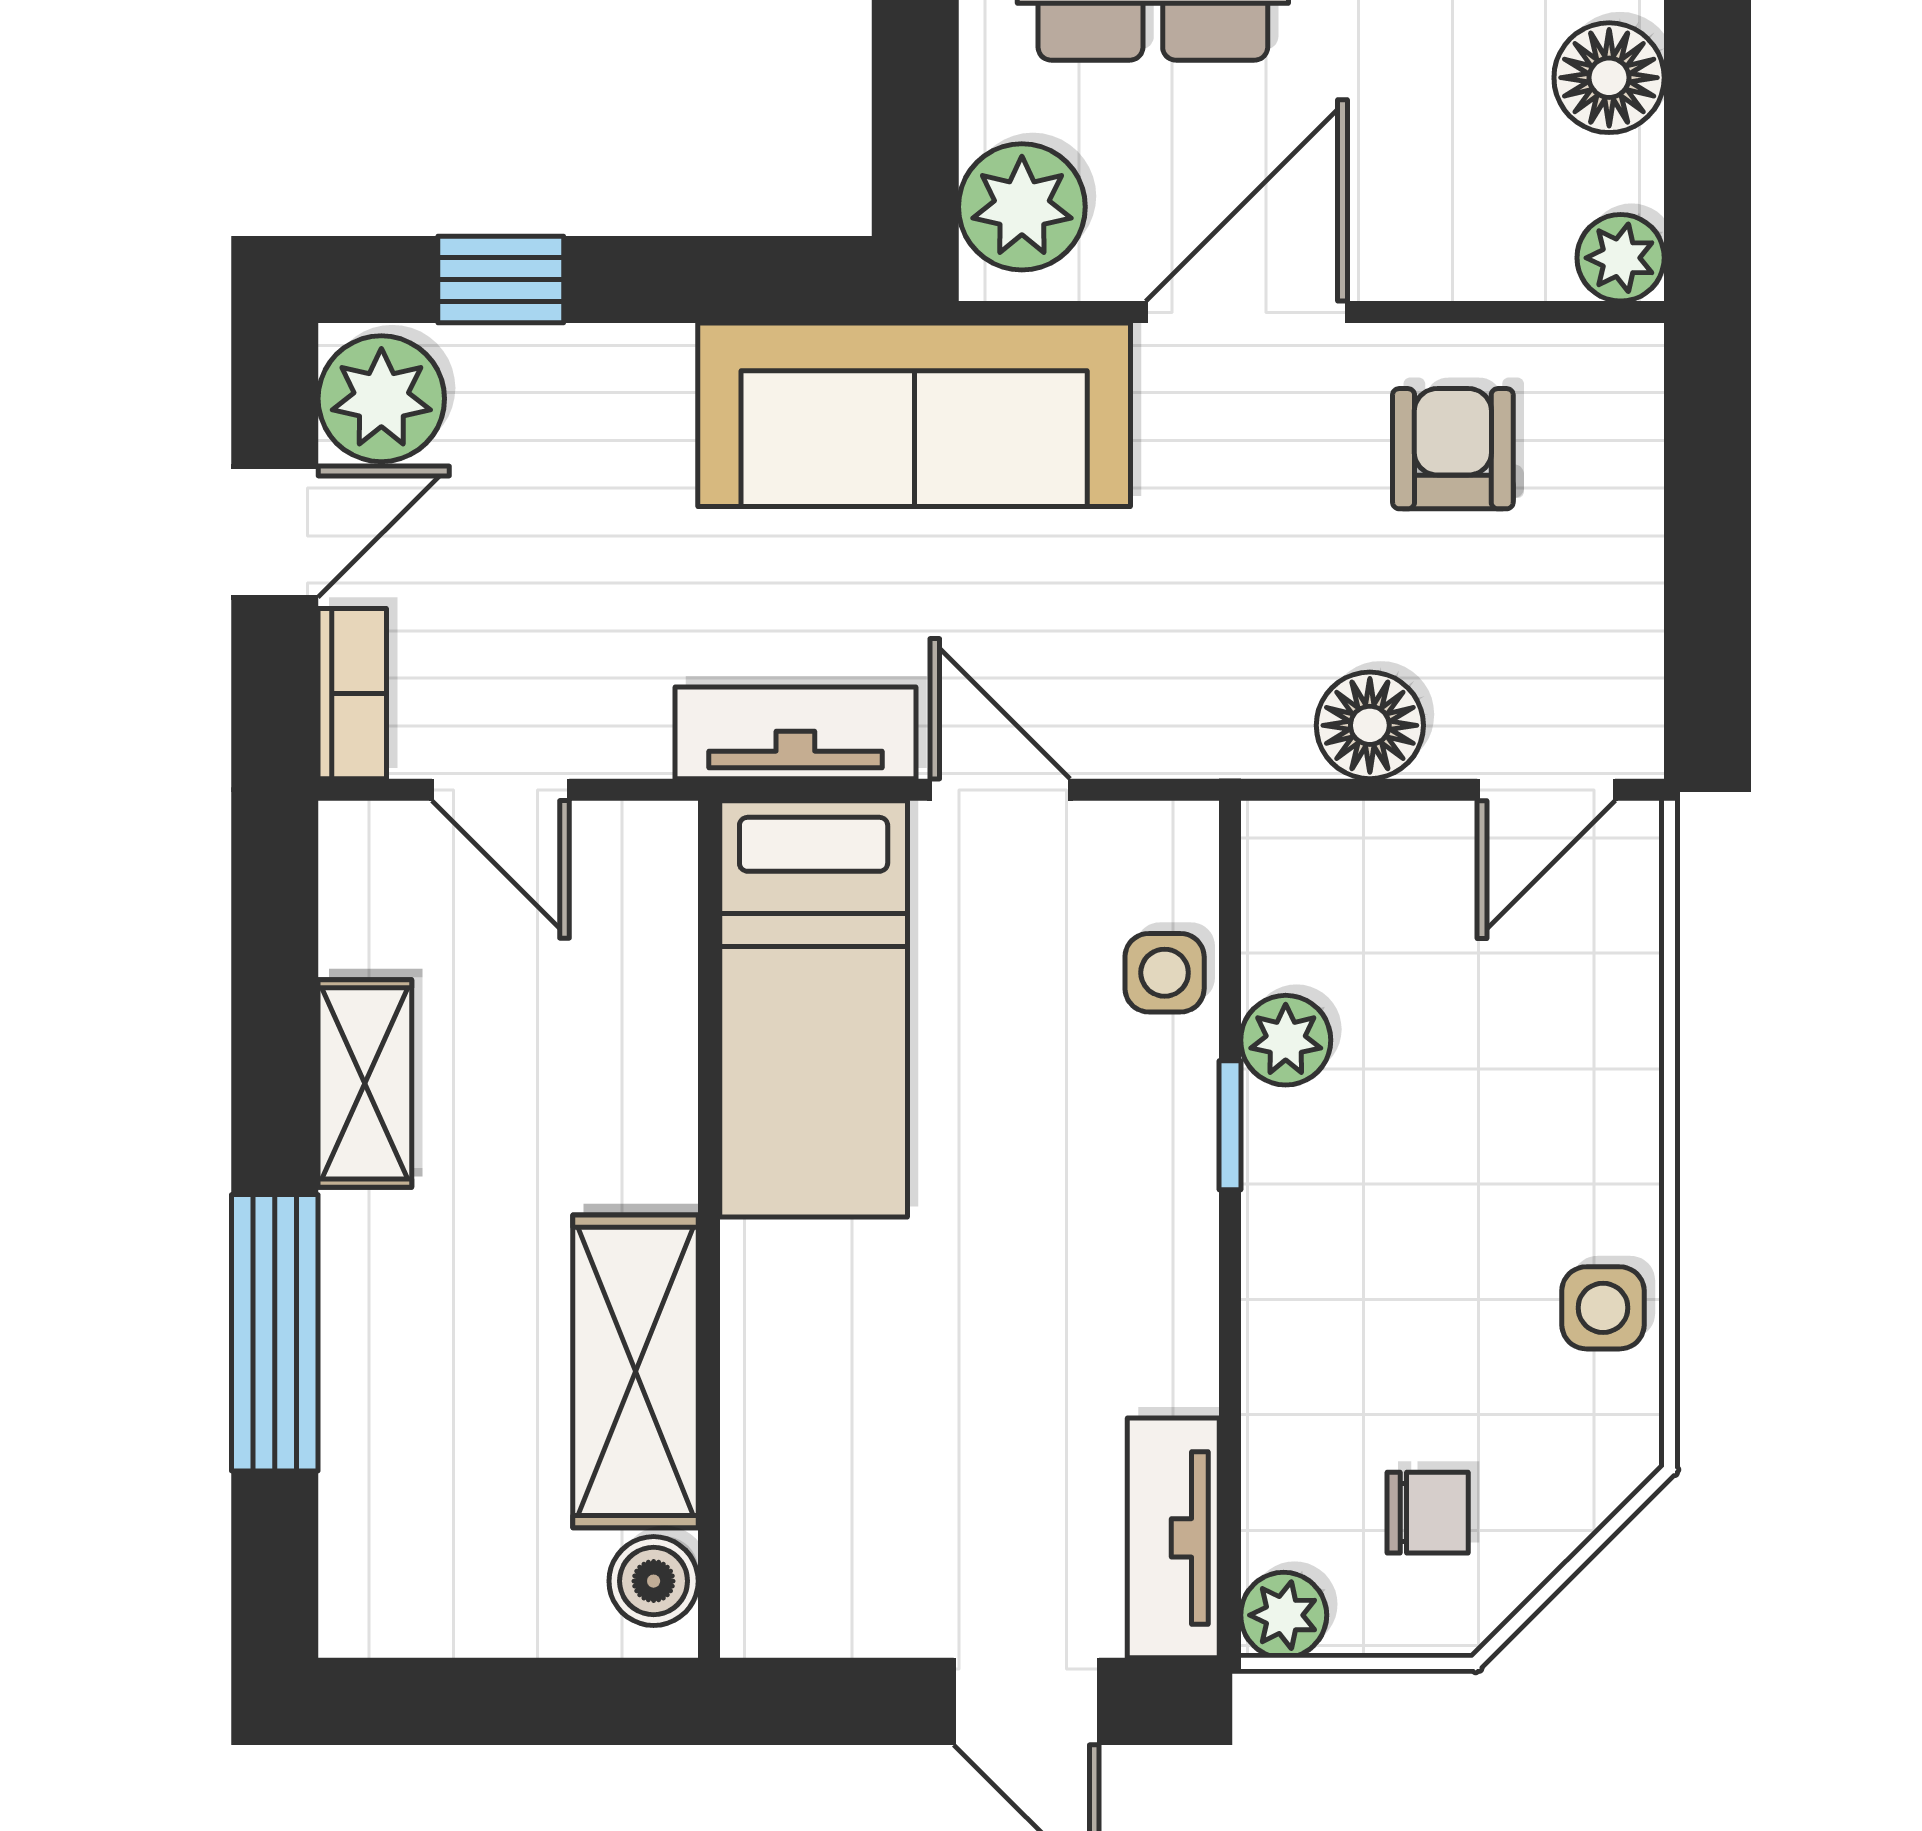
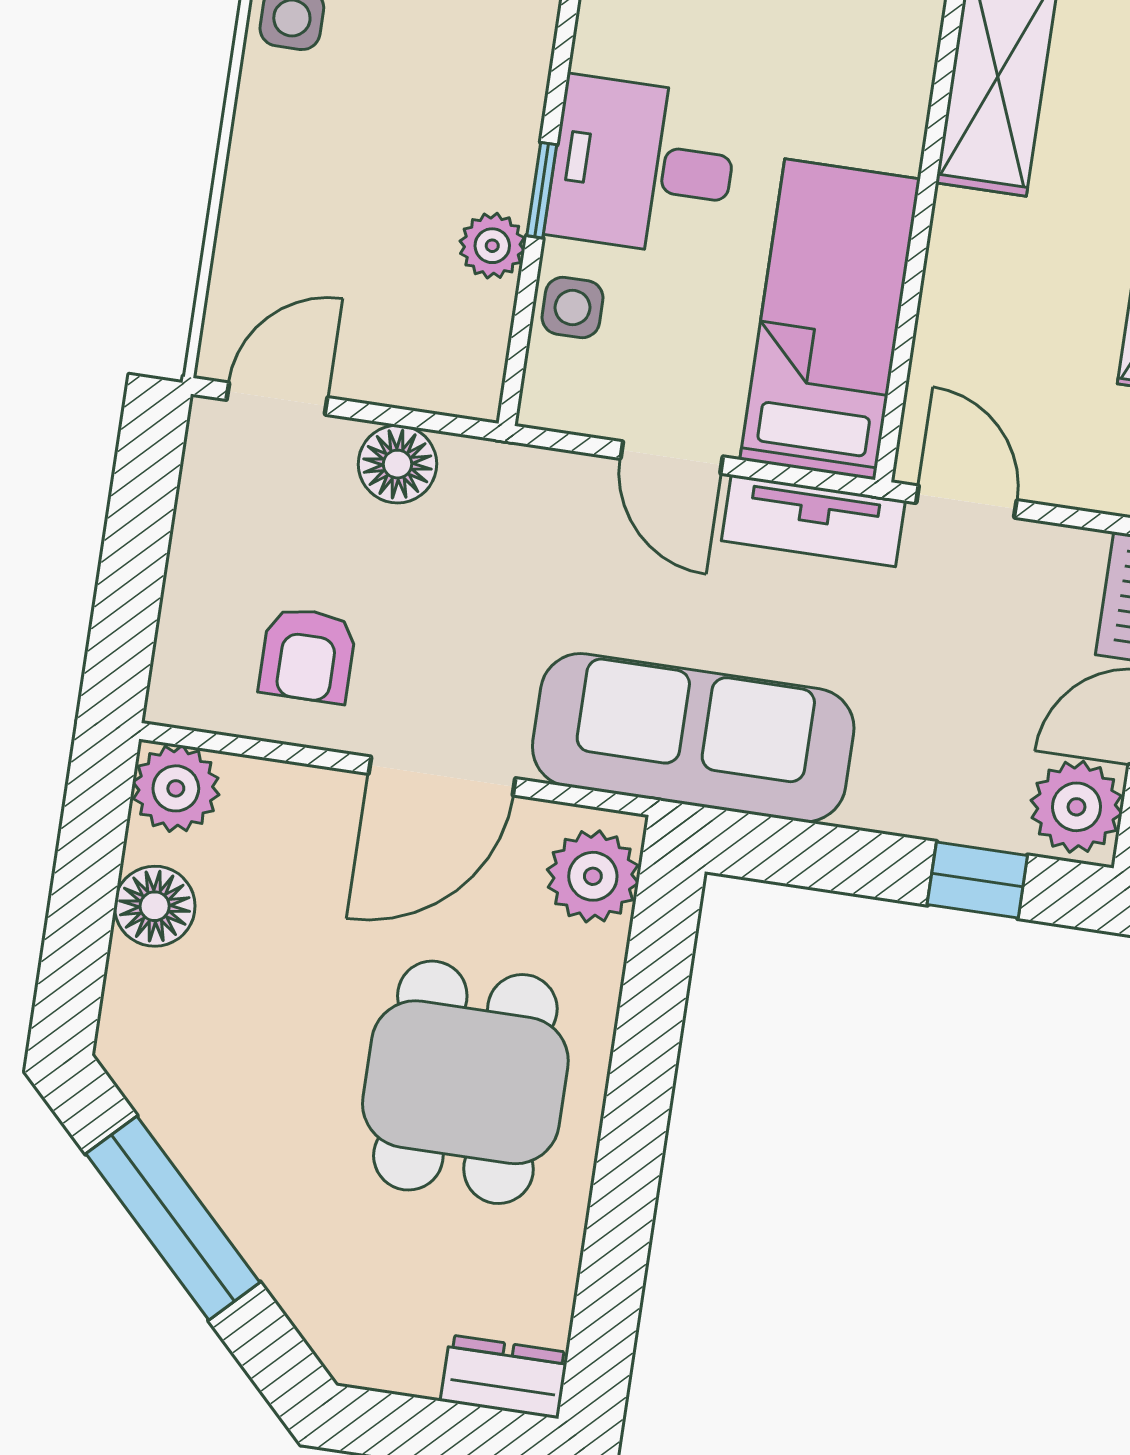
plant: (1621, 258) -> (176, 788), width x1.38, depth x1.38
door: (501, 790) -> (966, 502), moved
desk: (1098, 1178) -> (642, 166), added

